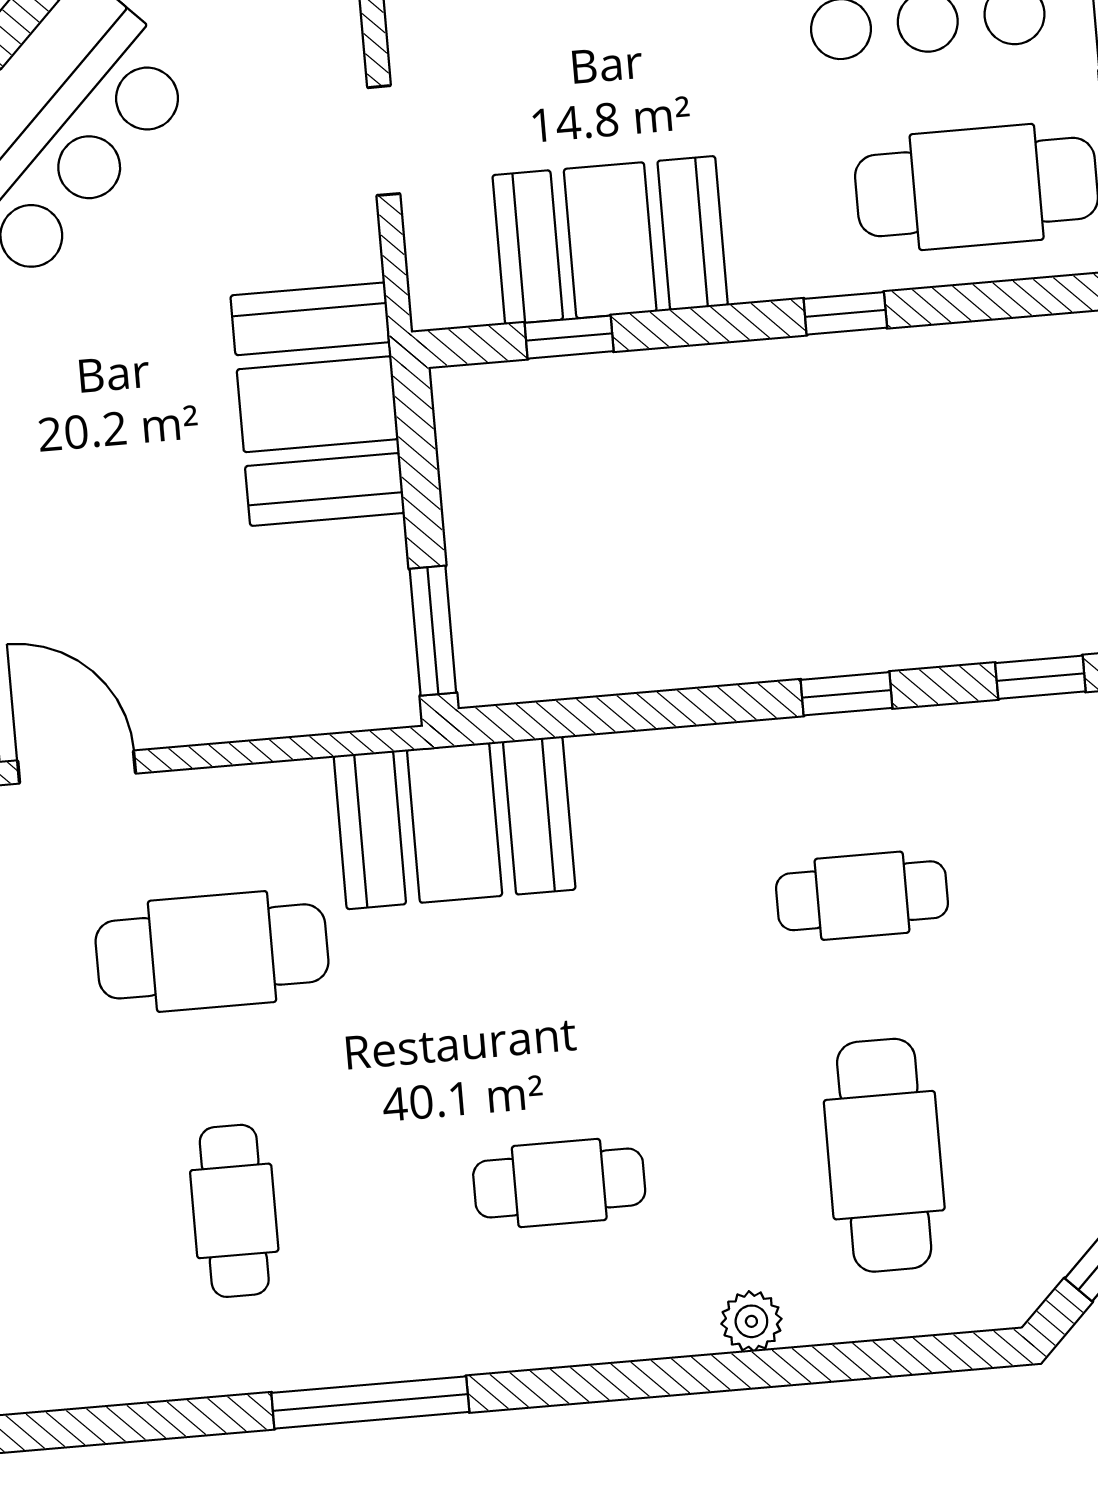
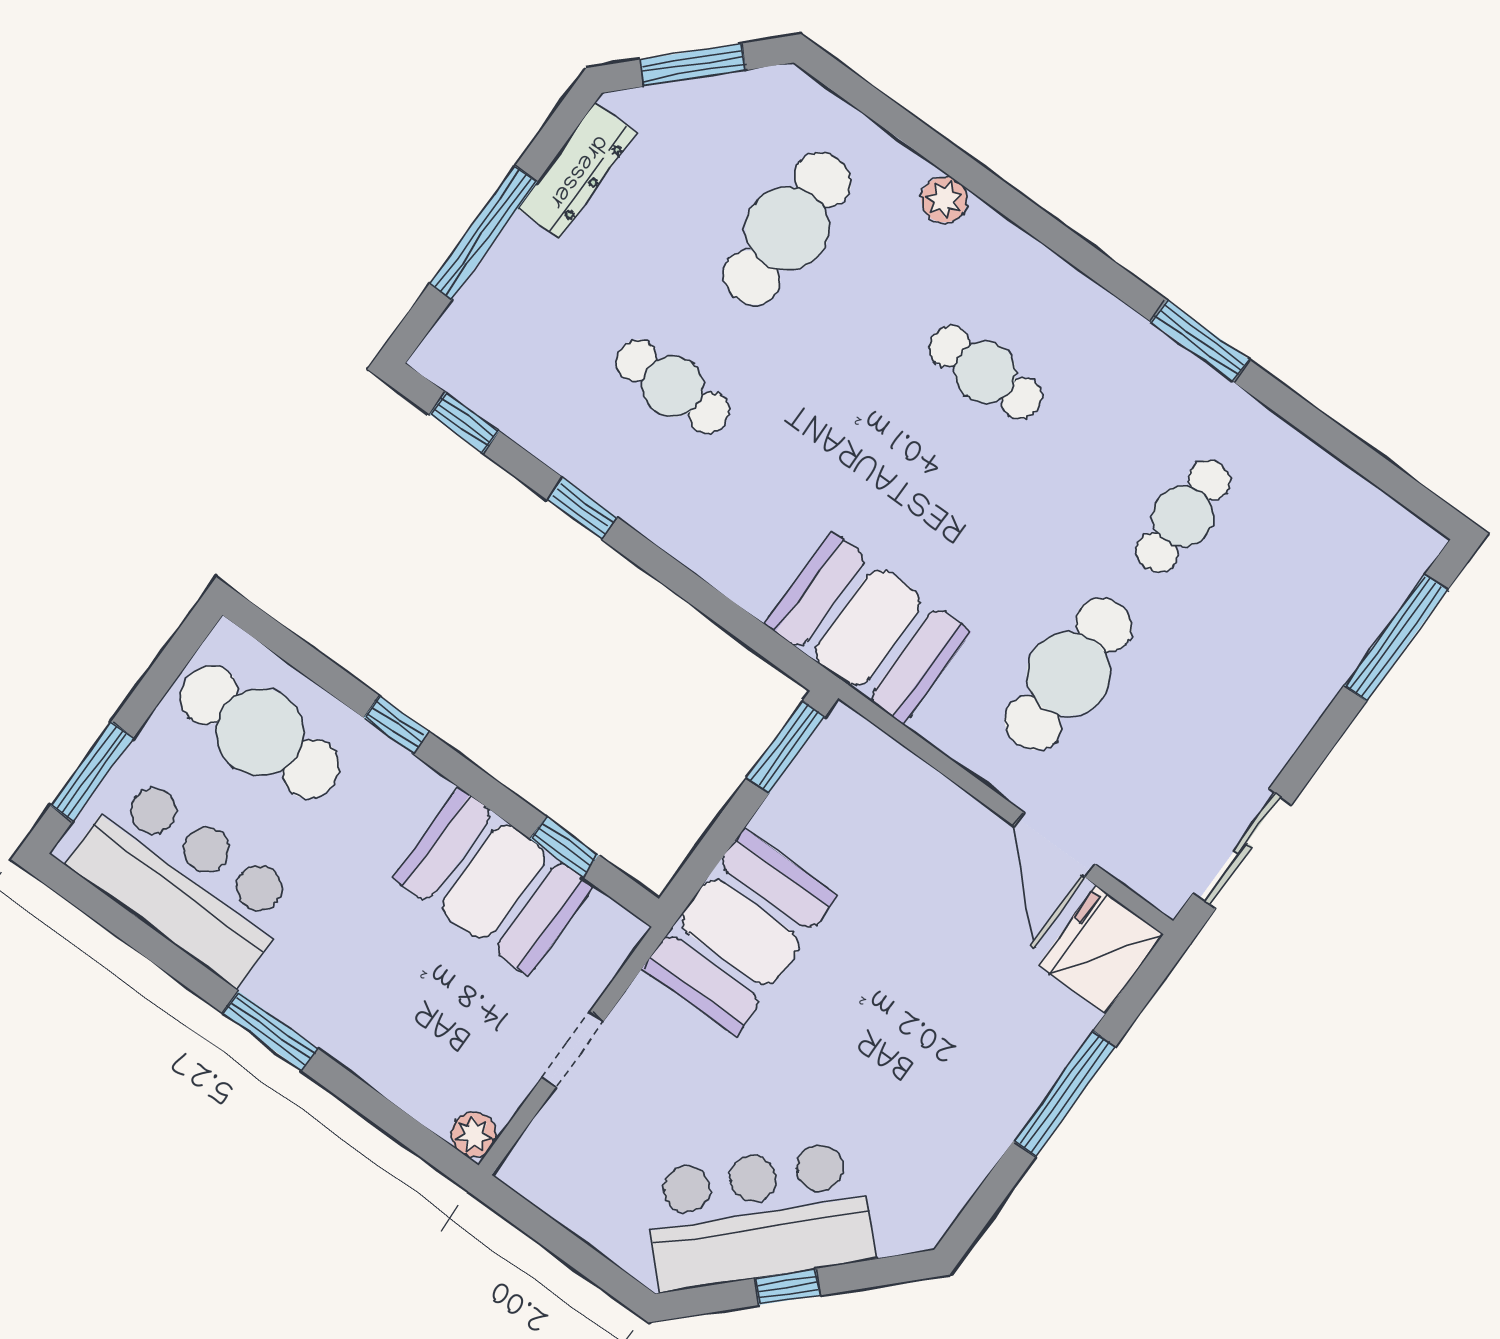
cafe table: (212, 951) -> (1068, 674), turned 90
window: (370, 1402) -> (1200, 341), width x0.69

